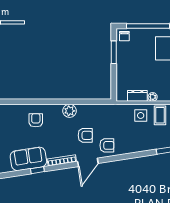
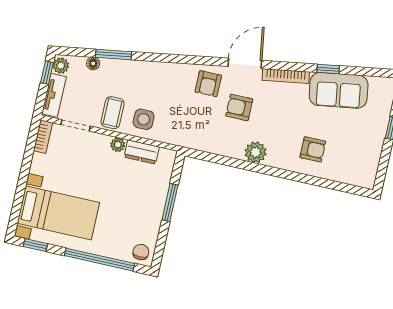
window: (114, 52) -> (170, 202), moved
armchair: (36, 120) -> (313, 149), turned -90
armchair: (107, 145) -> (208, 84), turned -90

